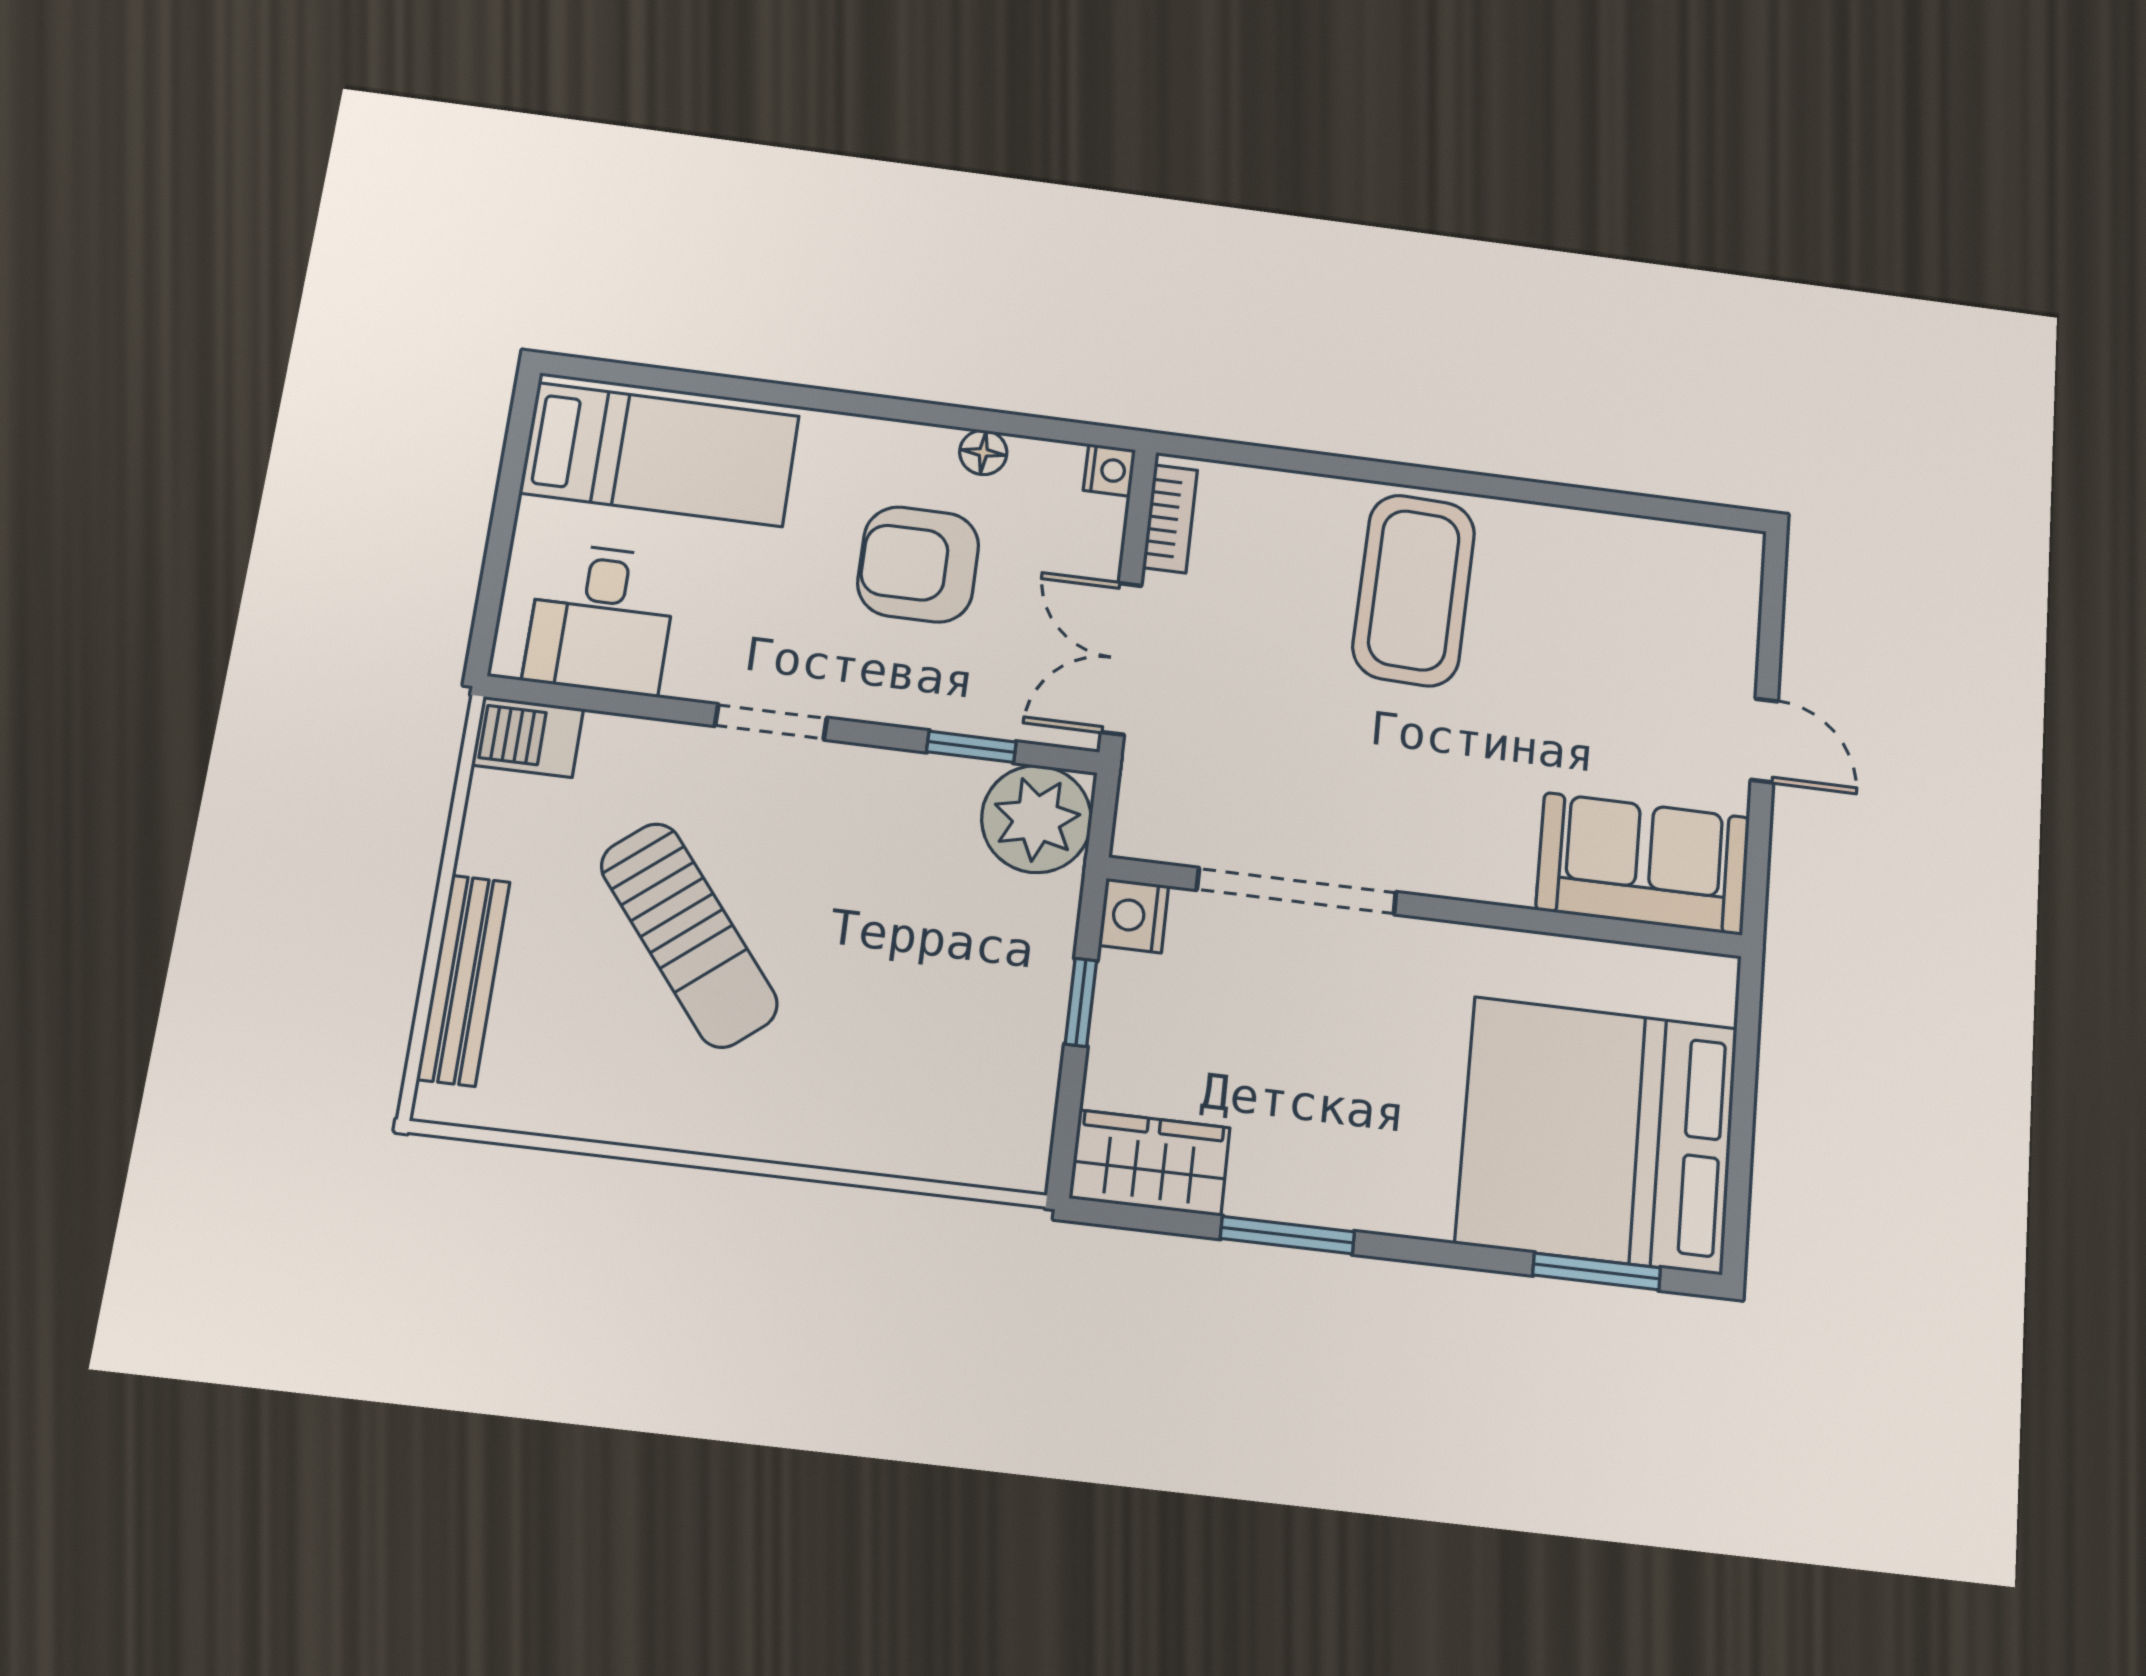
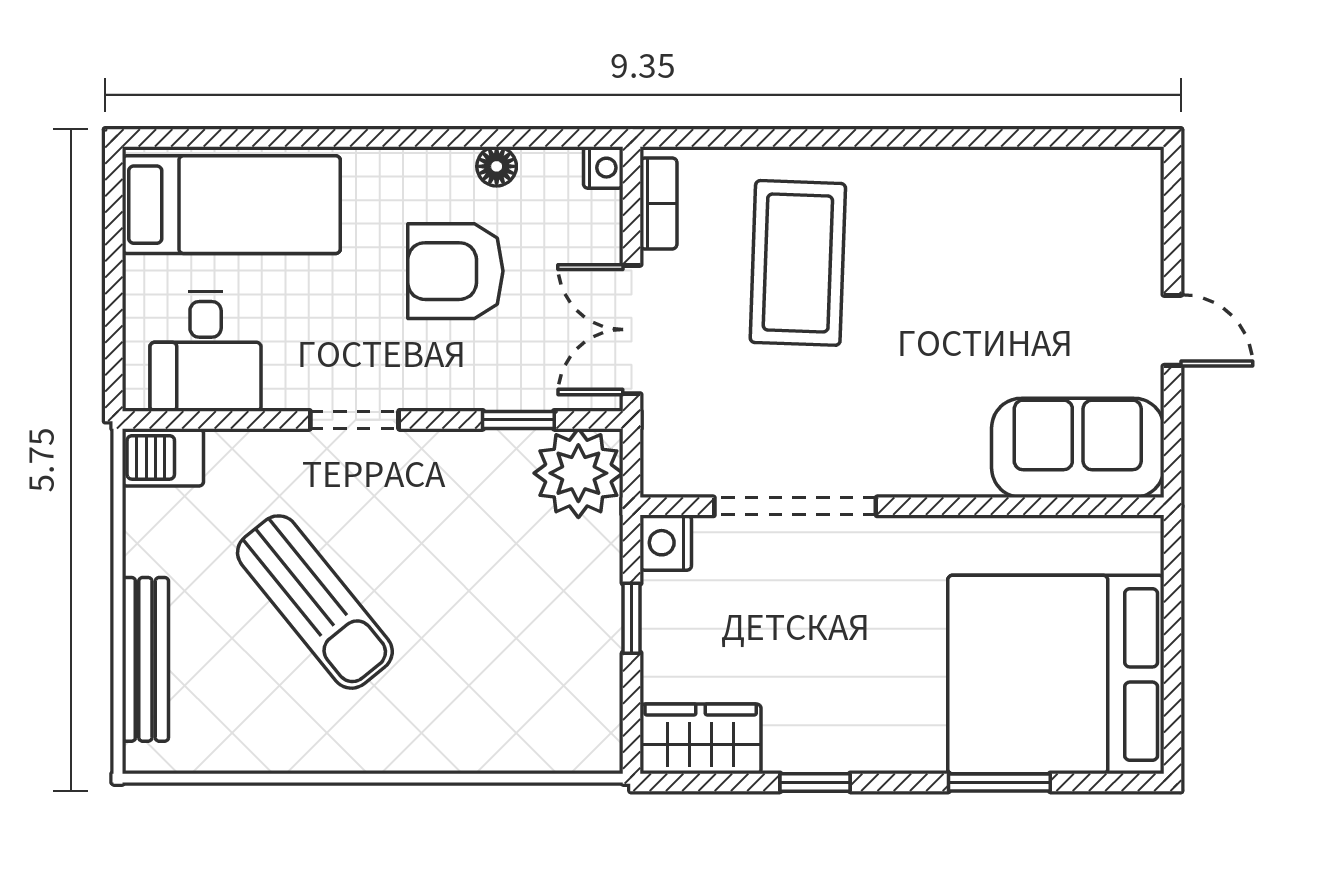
coffee table: (1414, 590) -> (798, 263), moved
window: (1287, 1235) -> (815, 782), width x0.67
window: (1597, 1271) -> (999, 782), moved

